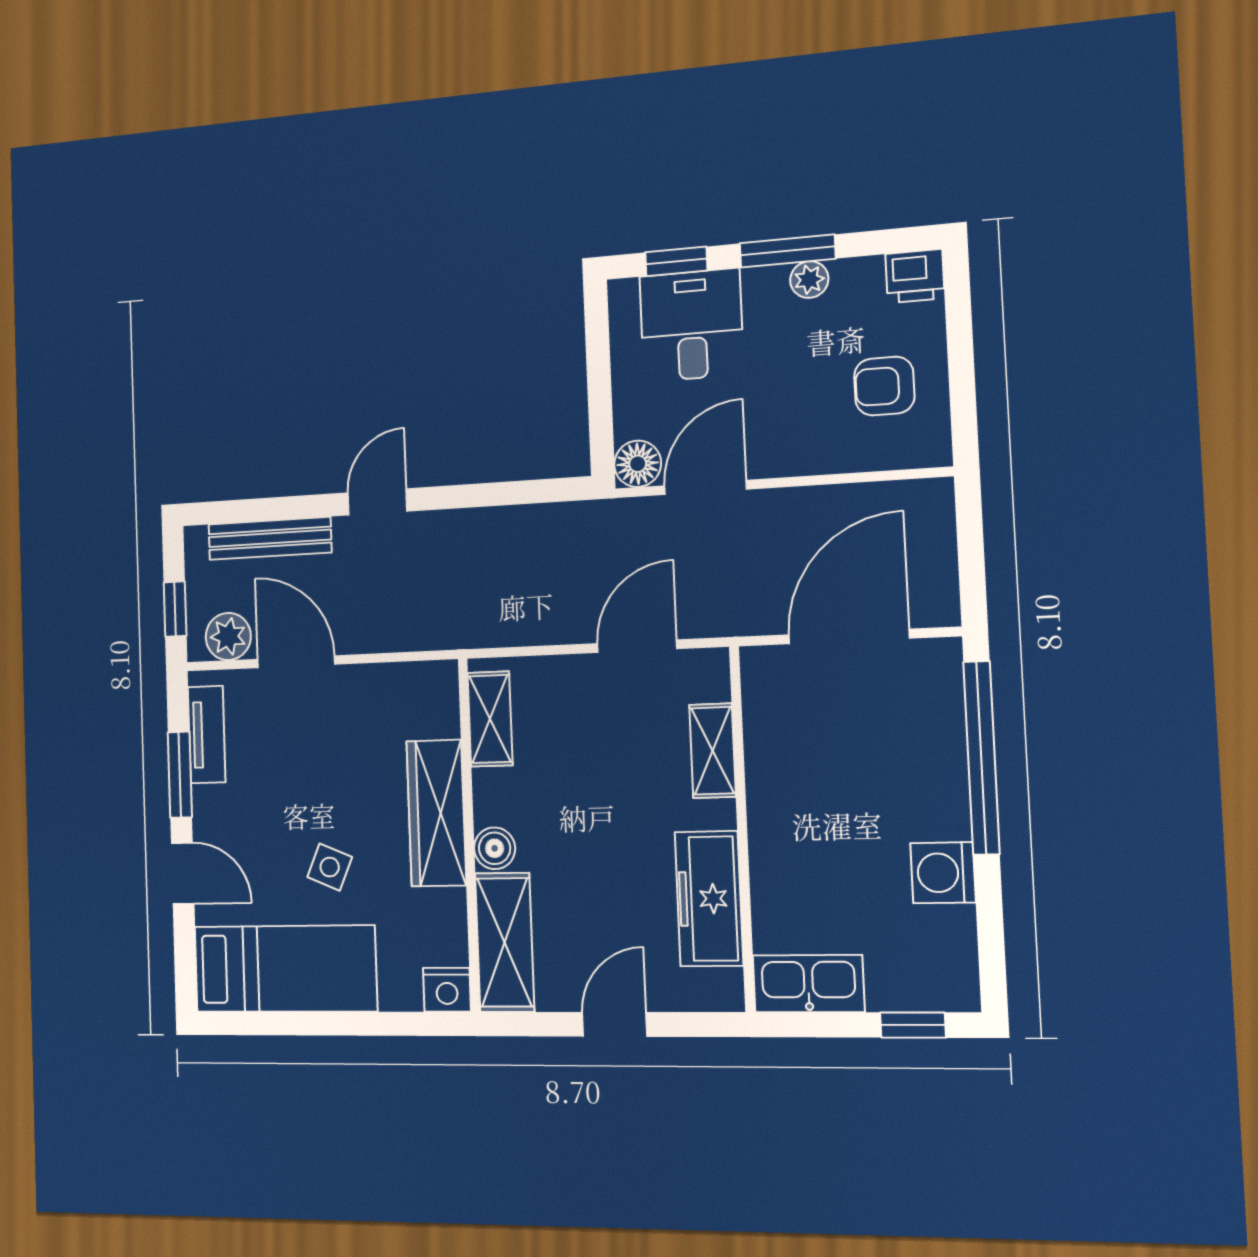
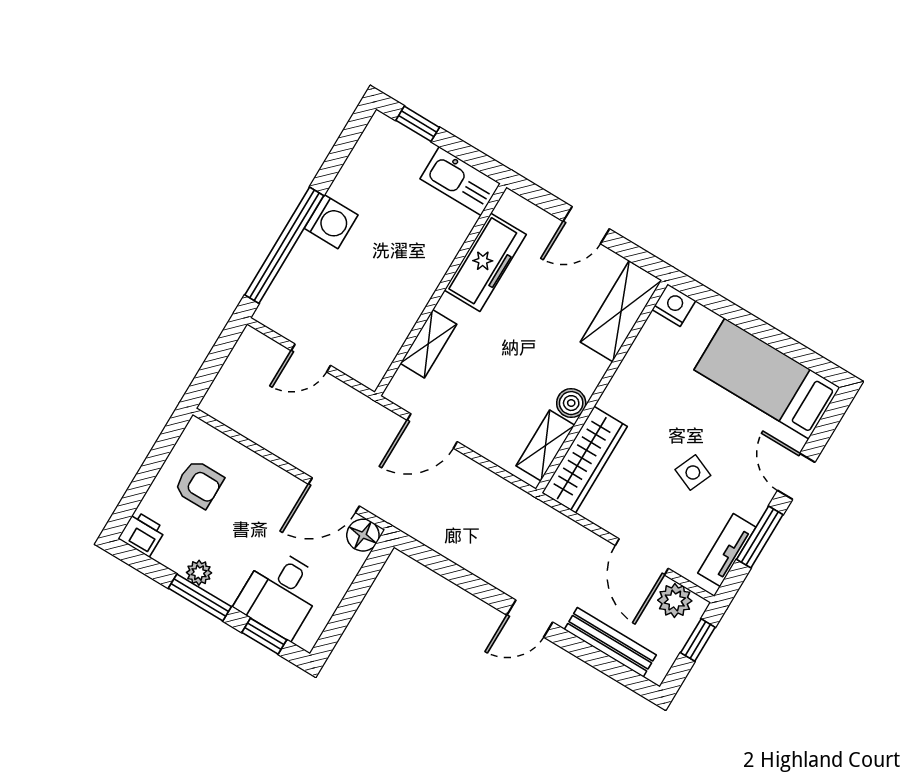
door: (849, 636) -> (311, 358), width x0.53
wardrobe: (436, 813) -> (585, 460), moved
boiler: (495, 848) -> (571, 403), moved
side table: (330, 867) -> (693, 472), moved
washing machine: (943, 873) -> (331, 222), moved

